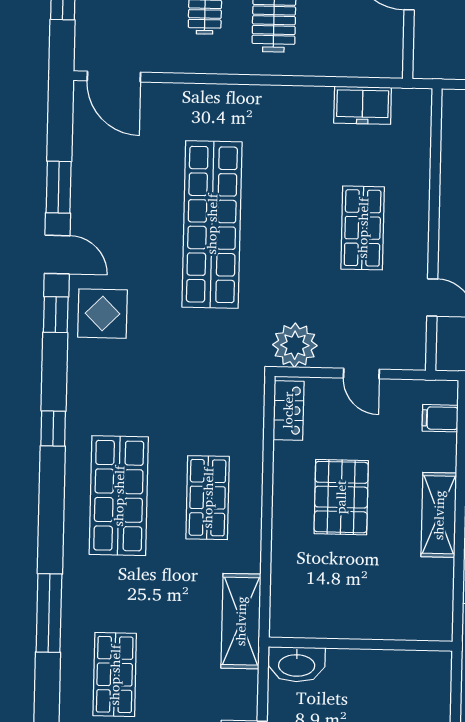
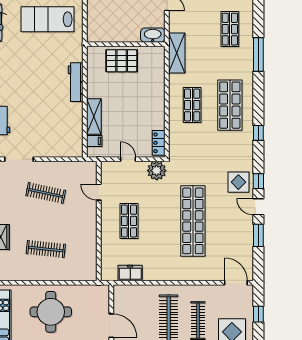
pallet: (341, 497) -> (122, 61), moved, turned 90
shelving: (439, 515) -> (94, 116), moved

